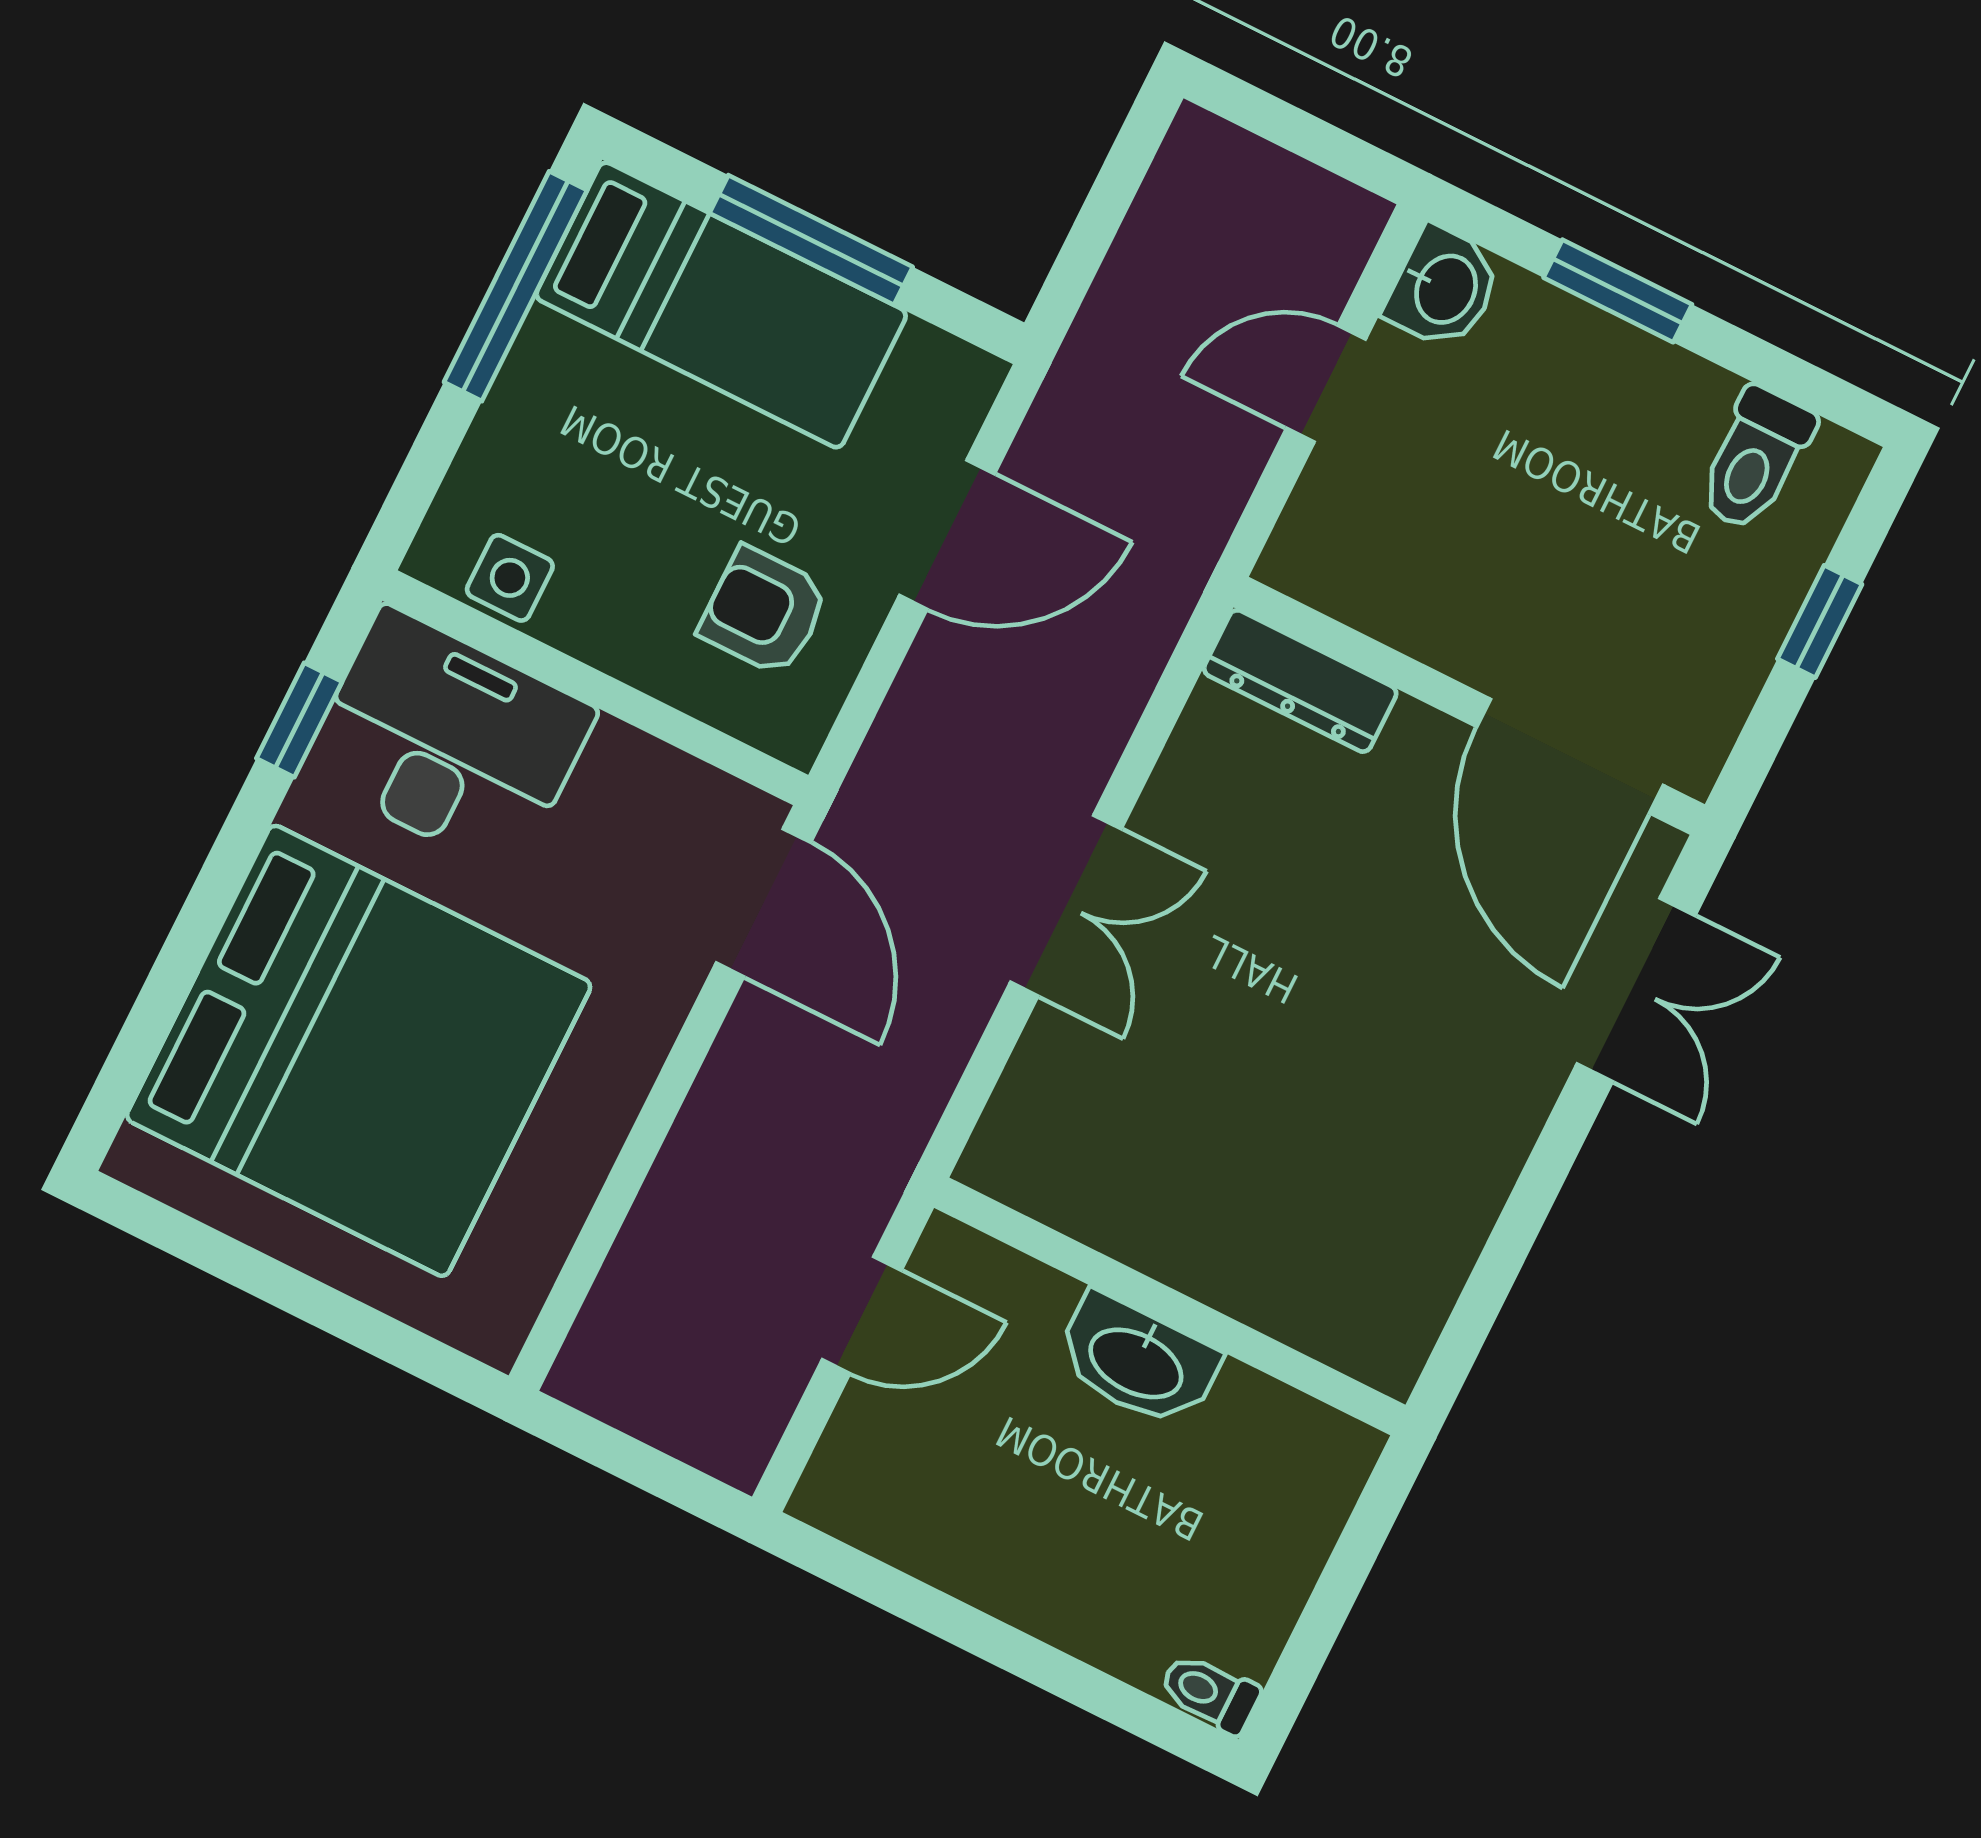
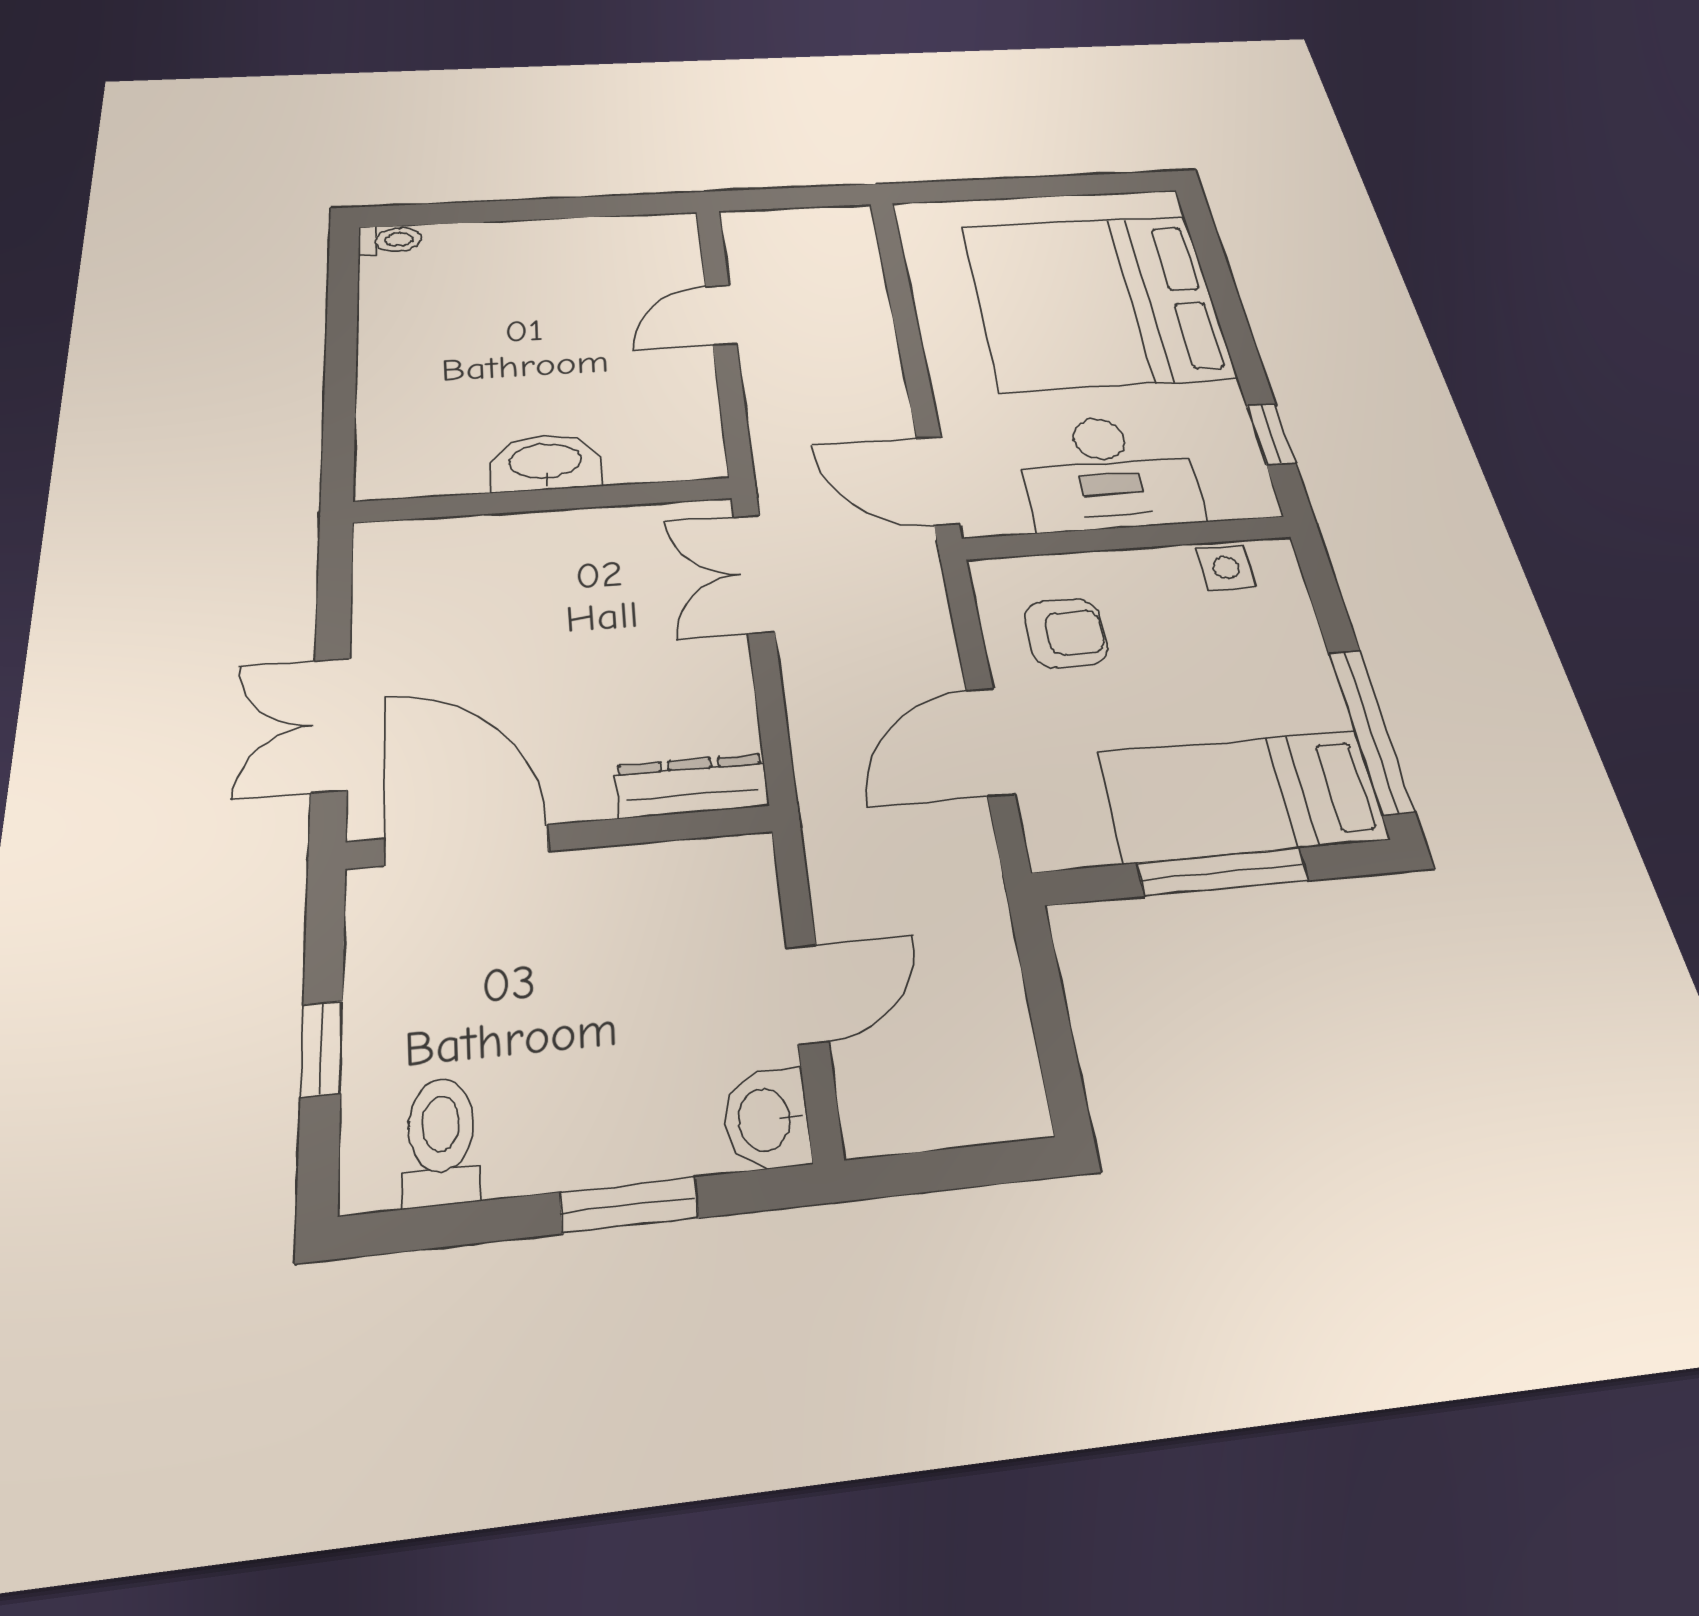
desk: (449, 741) -> (1108, 472), moved
wall: (1170, 1306) -> (544, 500), moved
washbasin: (1137, 1361) -> (546, 463), moved

